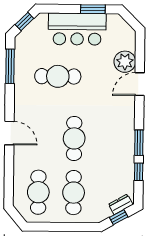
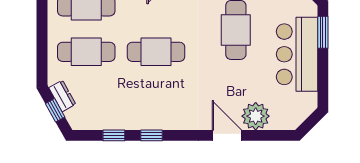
window: (93, 9) -> (323, 32), moved
window: (139, 143) -> (151, 135), width x0.67
dresser: (121, 204) -> (62, 96), moved

